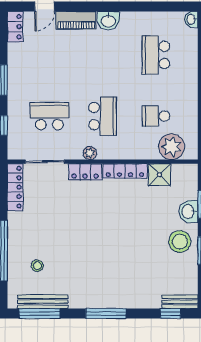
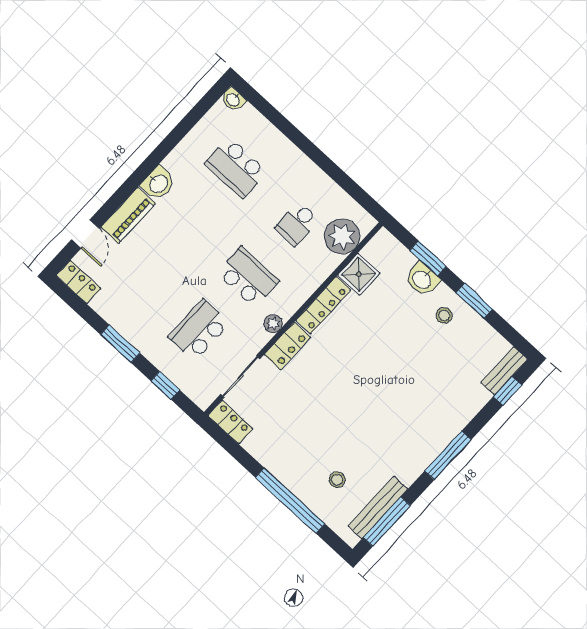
locker: (15, 187) -> (230, 422), width x0.66
stool: (180, 242) -> (444, 315), width x0.53, depth x0.53

